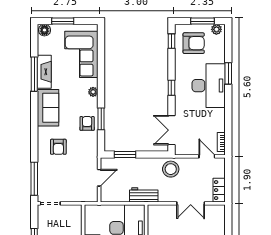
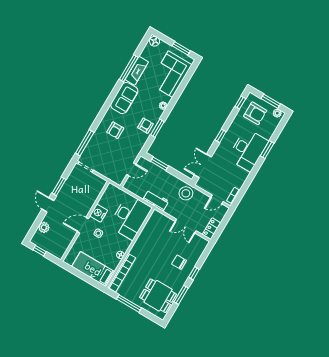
window: (63, 21) -> (181, 48), moved
door: (207, 156) -> (217, 199), swing flipped

